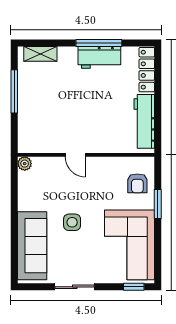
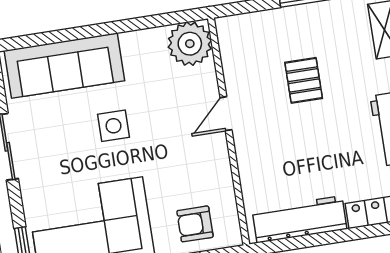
pallet: (63, 106) -> (304, 80), added
plant: (25, 164) -> (190, 44), width x1.87, depth x1.87

